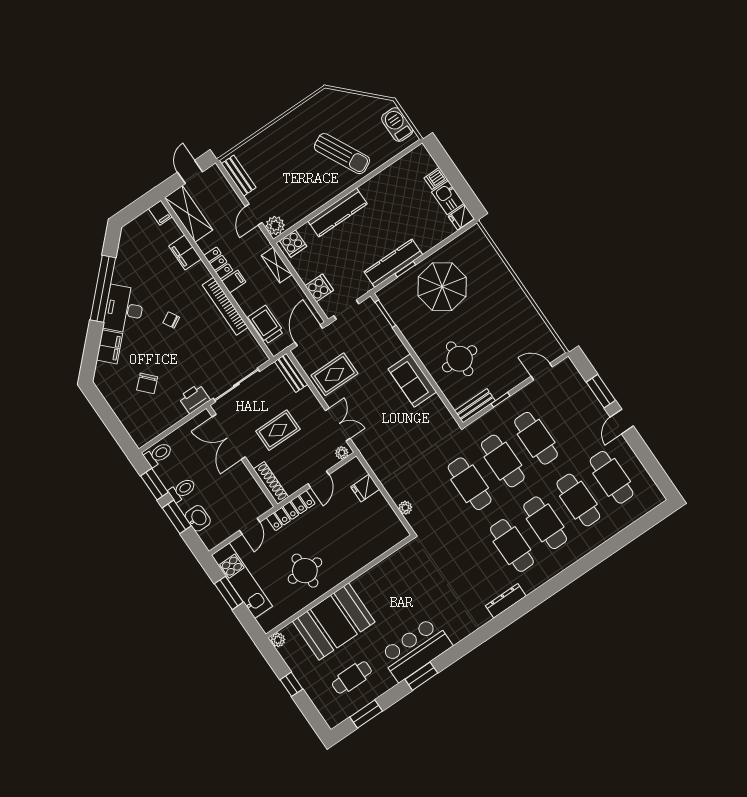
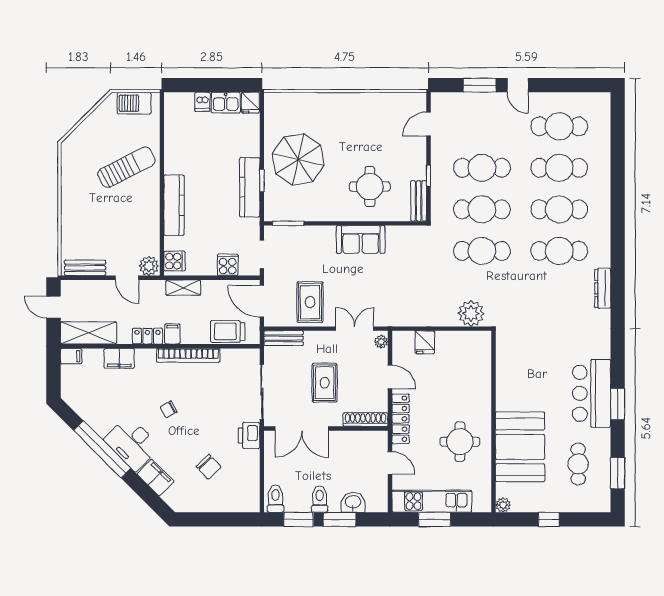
plant: (405, 508) -> (471, 313), width x1.88, depth x1.88

